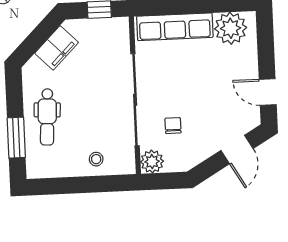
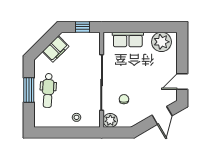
row of seats: (175, 27) -> (128, 39), width x0.68
door: (268, 92) -> (182, 81), hinge flipped
window: (16, 138) -> (29, 90), moved

